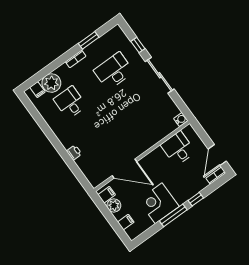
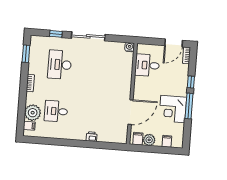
window: (89, 40) -> (26, 54), moved
door: (217, 155) -> (174, 43), hinge flipped

